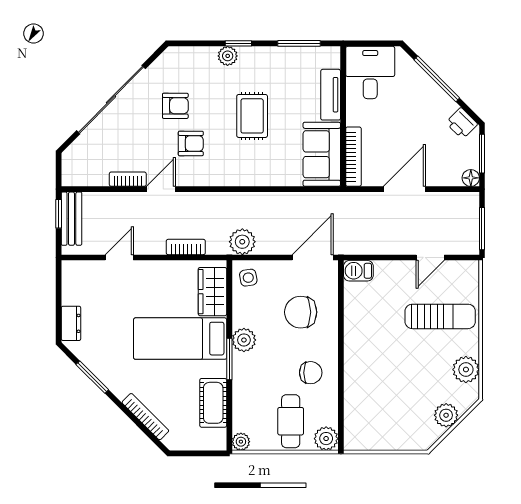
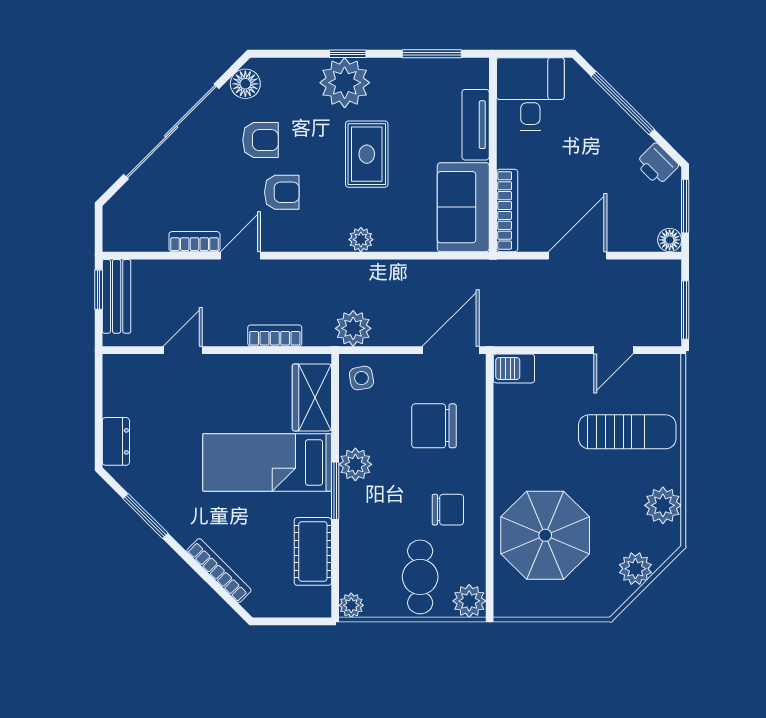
plant: (228, 56) -> (345, 83), width x1.87, depth x1.87
floor lamp: (164, 65) -> (245, 84), added
plant: (248, 178) -> (361, 240), added
parasol: (381, 391) -> (545, 535), added

